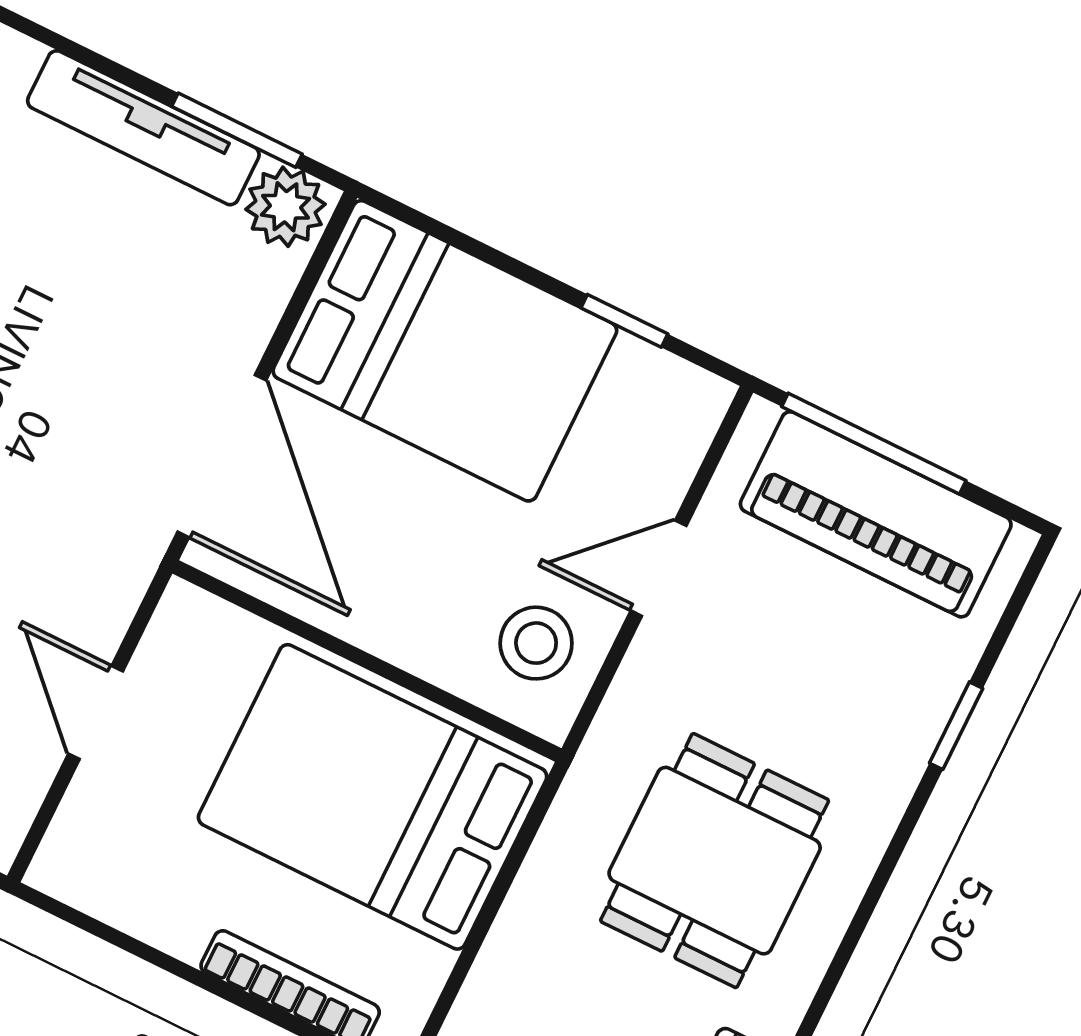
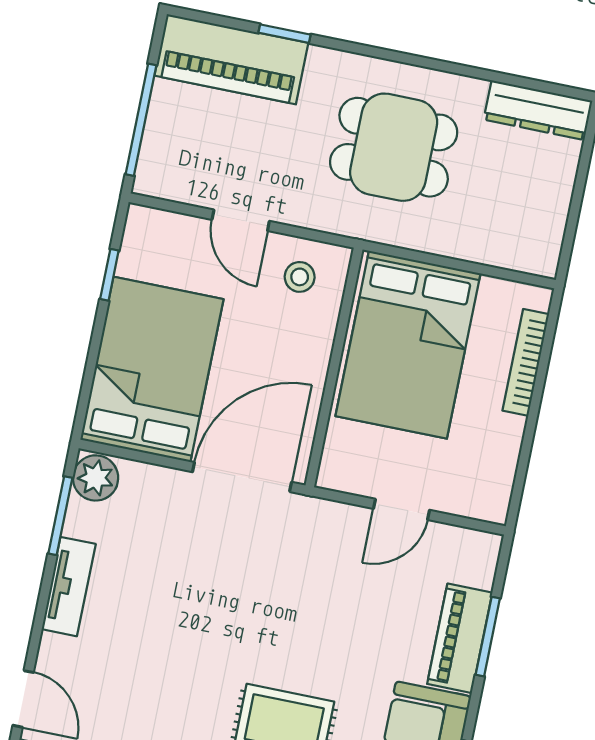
tv unit: (143, 128) -> (69, 587), width x0.71
piano: (876, 514) -> (231, 59), moved, turned 90
stool: (536, 643) -> (300, 277), width x0.73, depth x0.73

